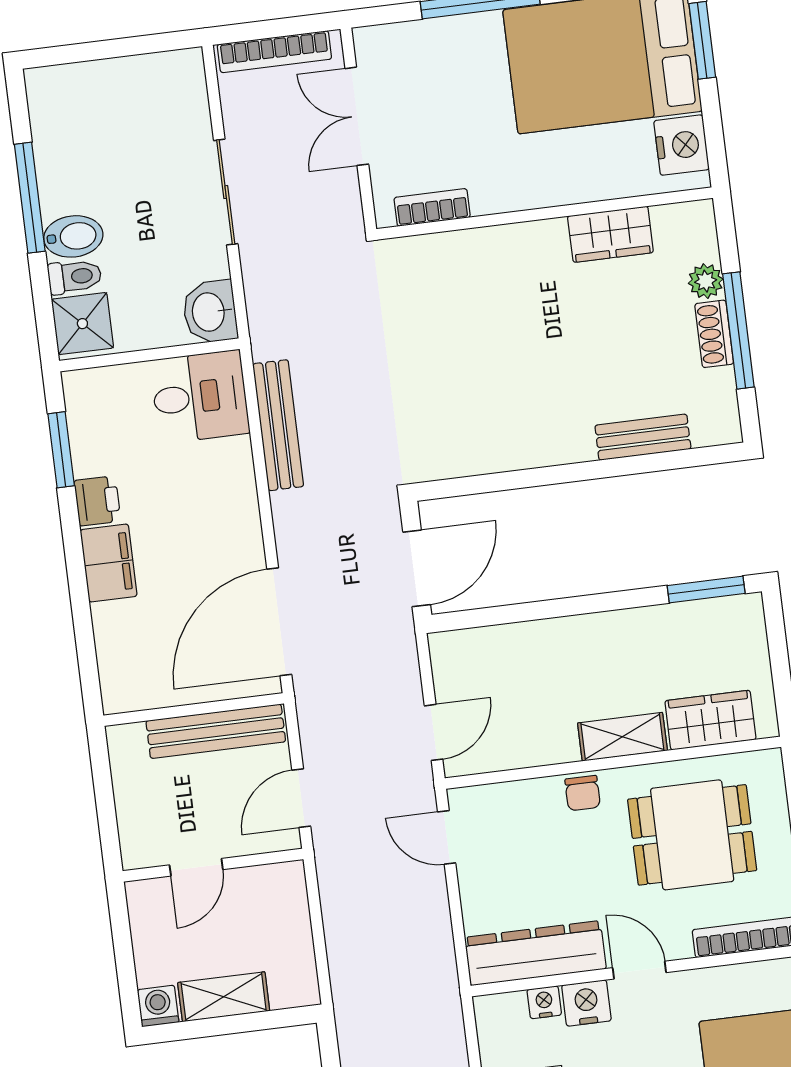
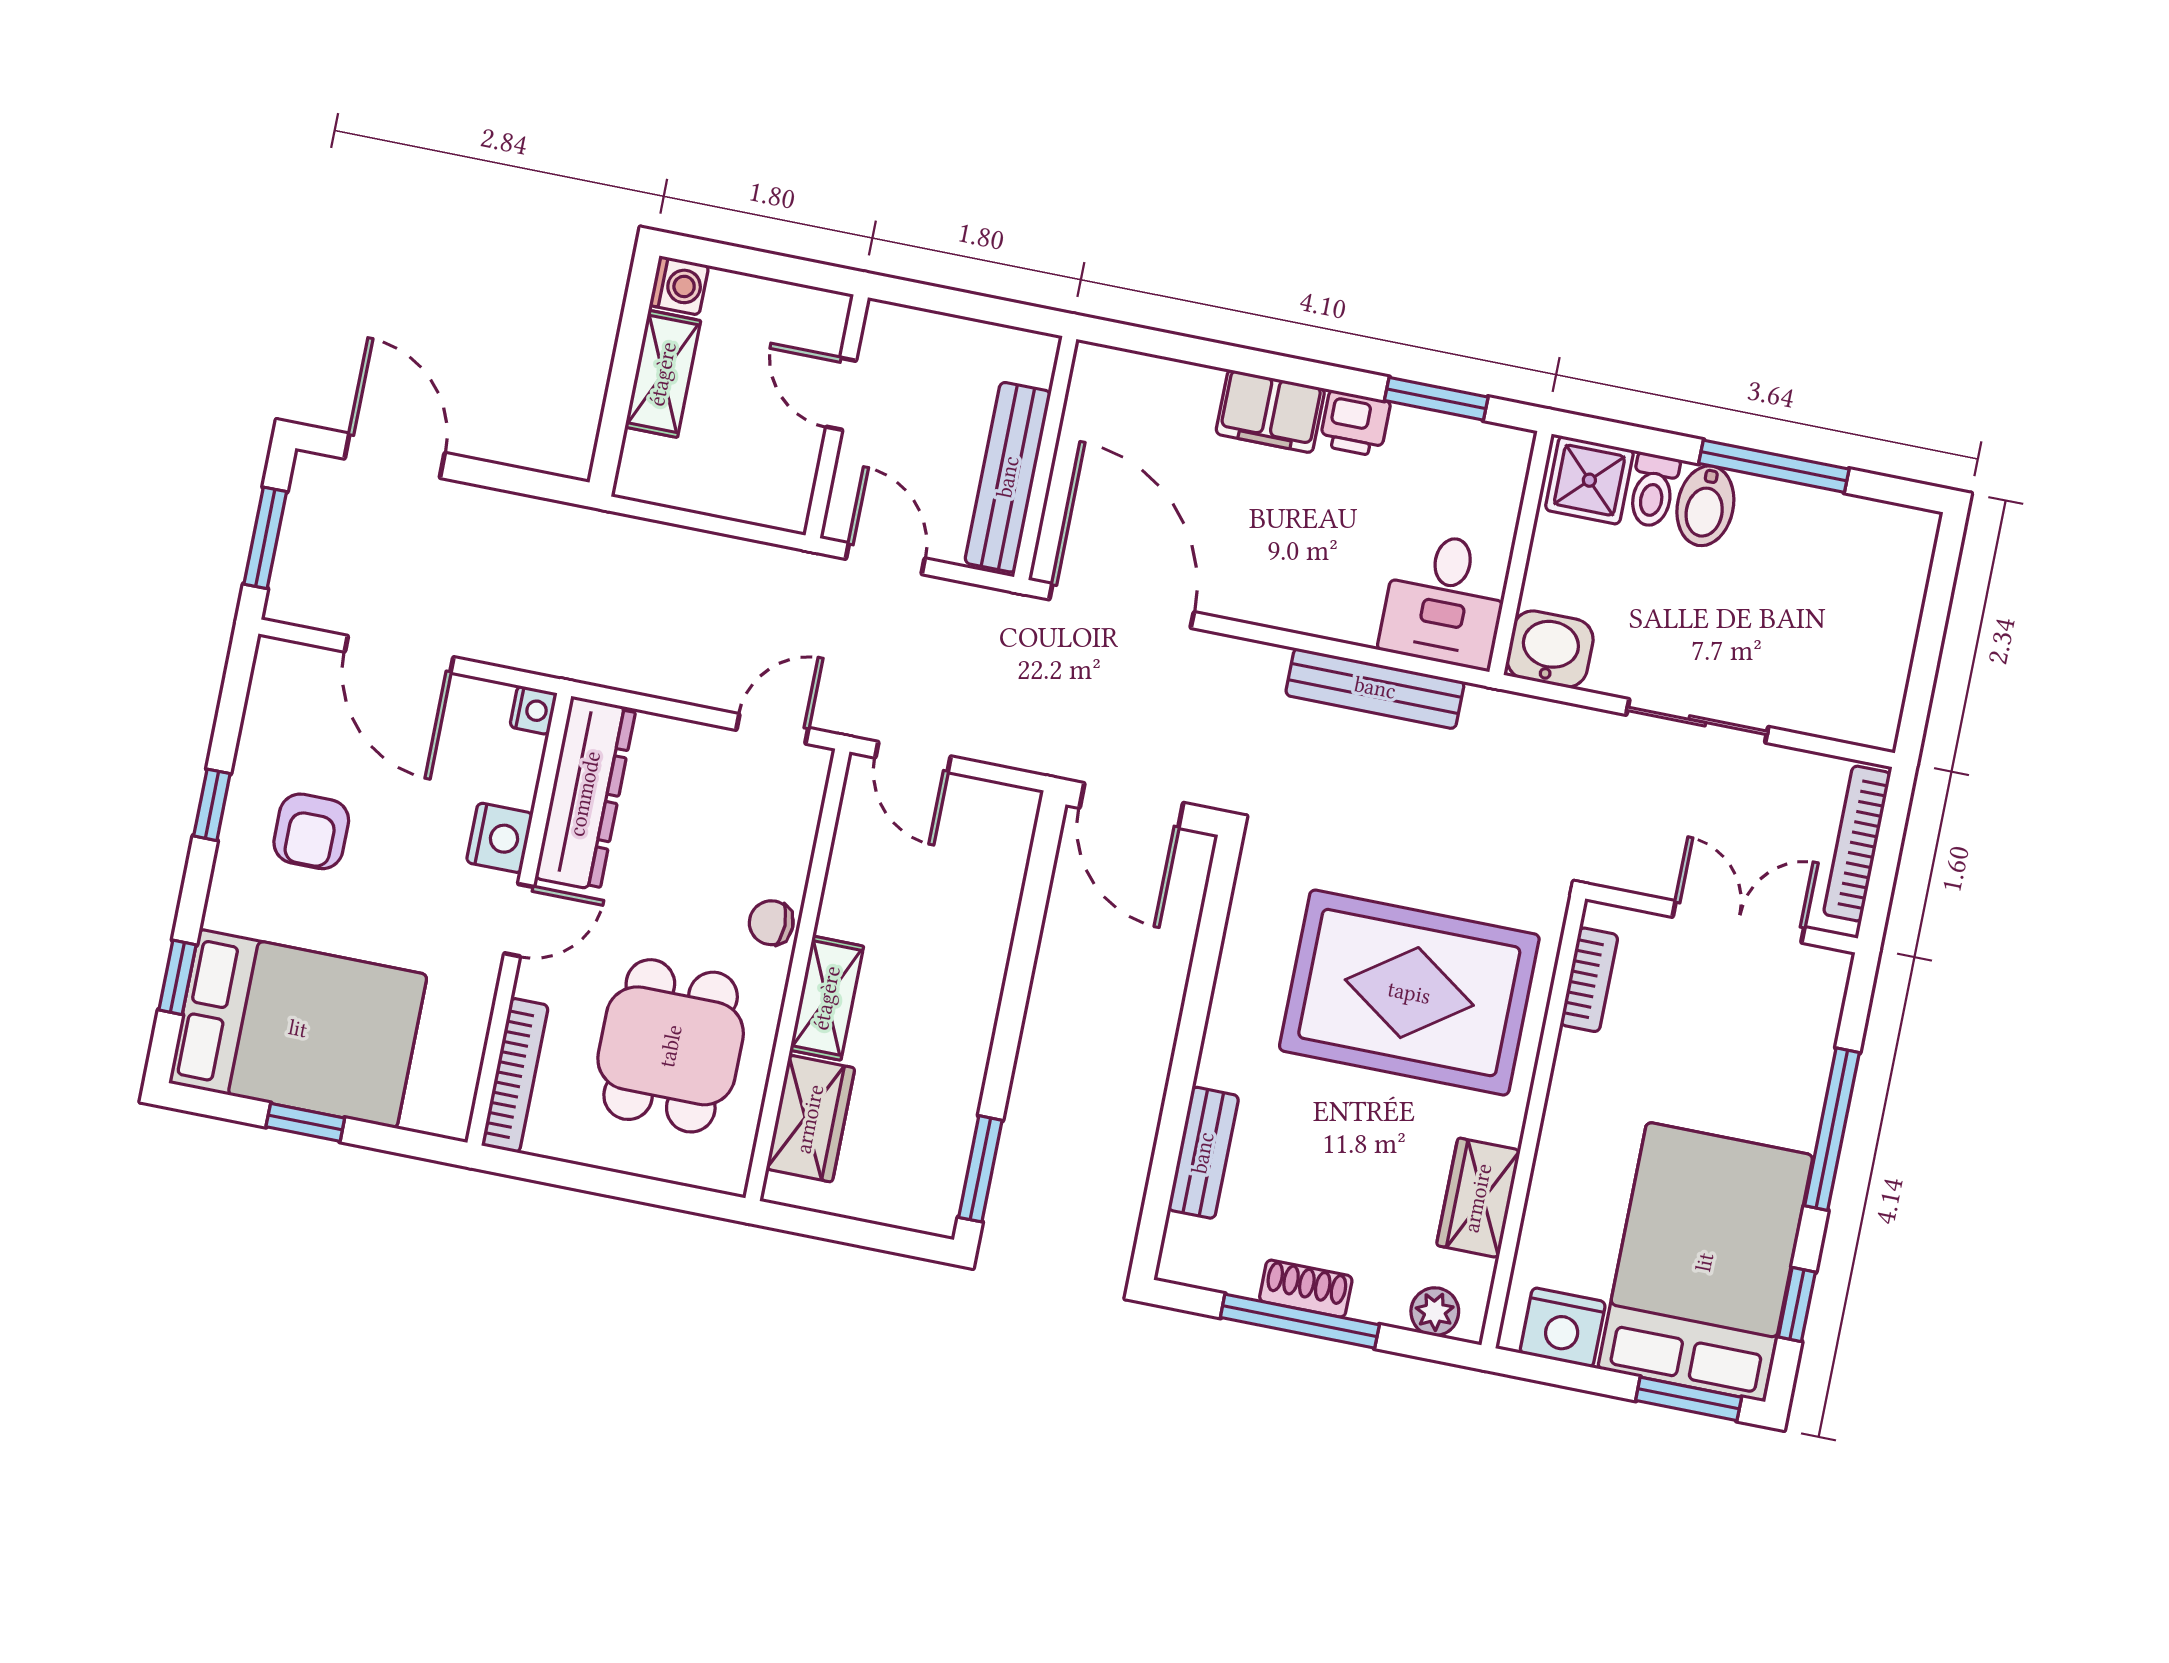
plant: (706, 281) -> (1435, 1312), moved
rug: (483, 330) -> (1409, 993), added
nightstand: (544, 1002) -> (533, 710), moved

